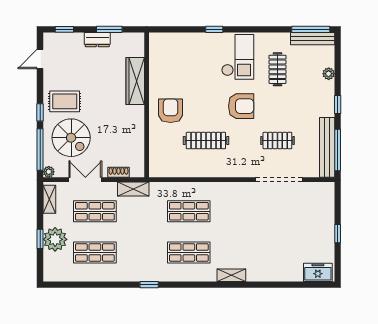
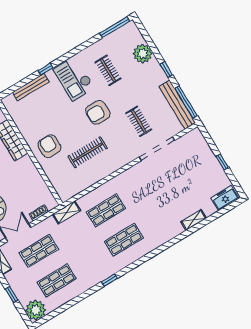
bench: (313, 39) -> (31, 87), moved
checkout: (238, 57) -> (74, 79), turned 180
plant: (329, 74) -> (143, 54), width x1.87, depth x1.87
armchair: (241, 106) -> (98, 112), turned 180
clothes rail: (277, 141) -> (139, 121), turned 90
shelving: (133, 189) -> (67, 212), moved
plant: (55, 239) -> (36, 310), moved
shelving: (231, 275) -> (194, 220), moved

